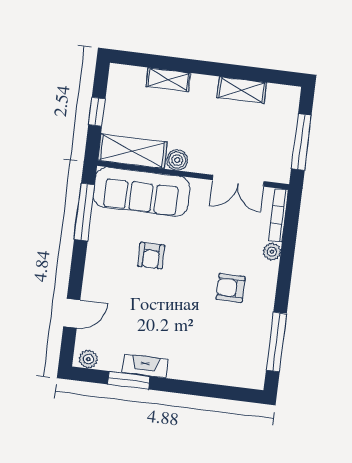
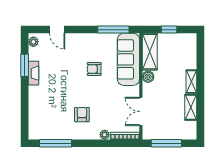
shelving: (168, 80) -> (191, 82), moved

